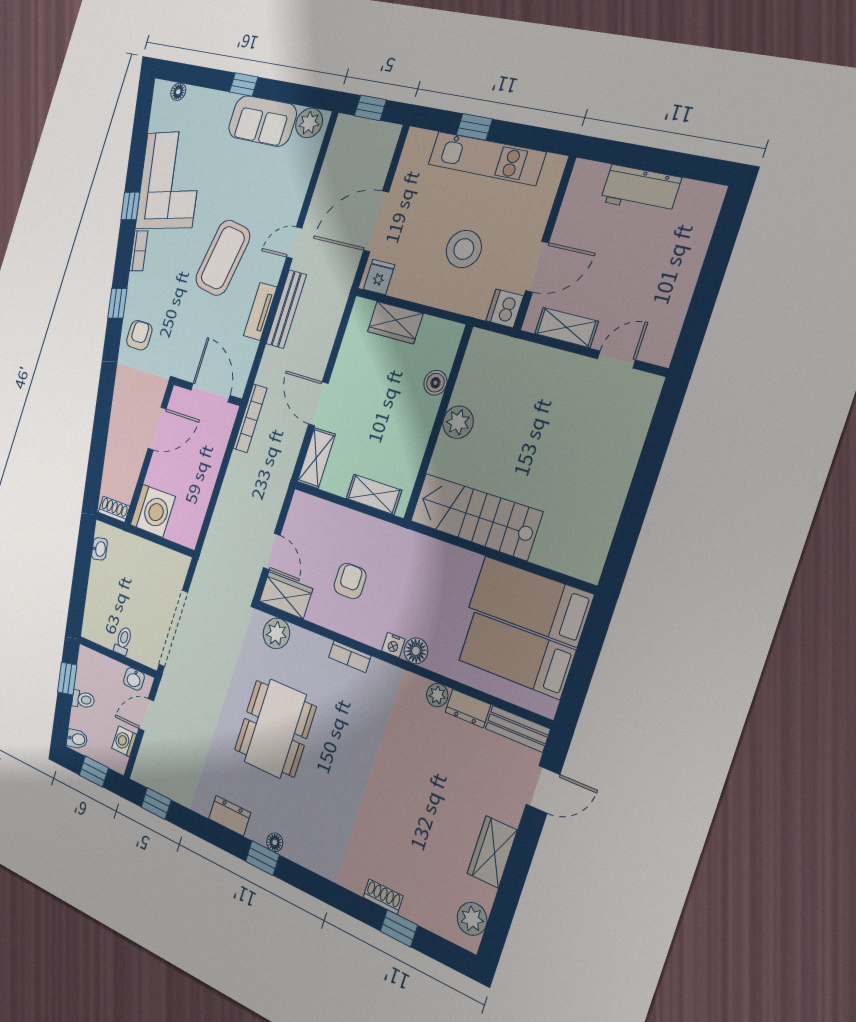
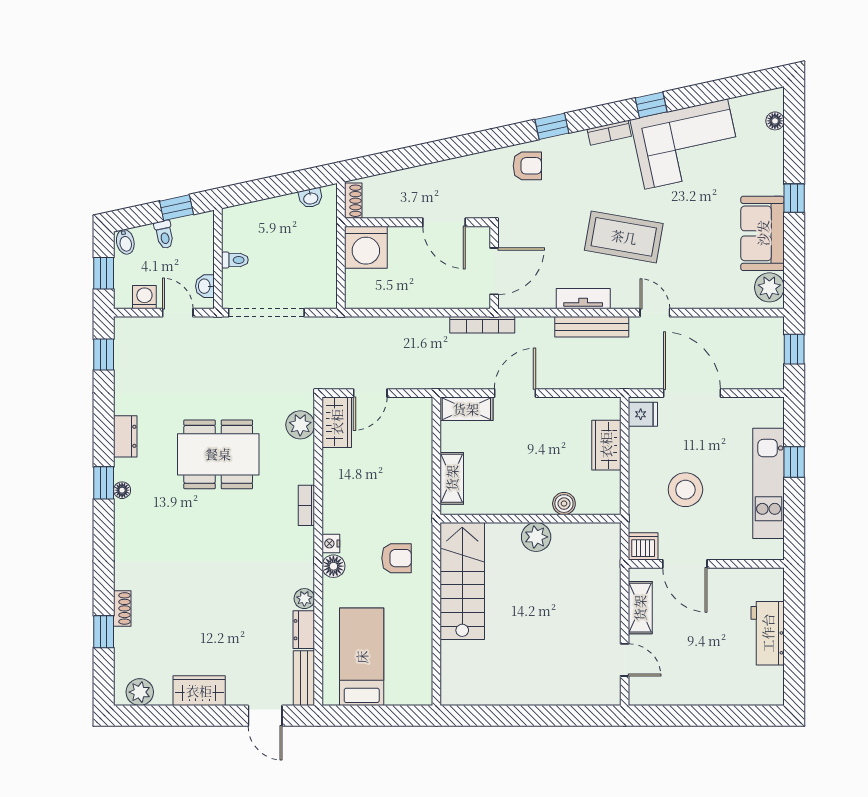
armchair: (350, 581) -> (397, 558), moved
bed: (530, 601) -> (409, 654), removed

